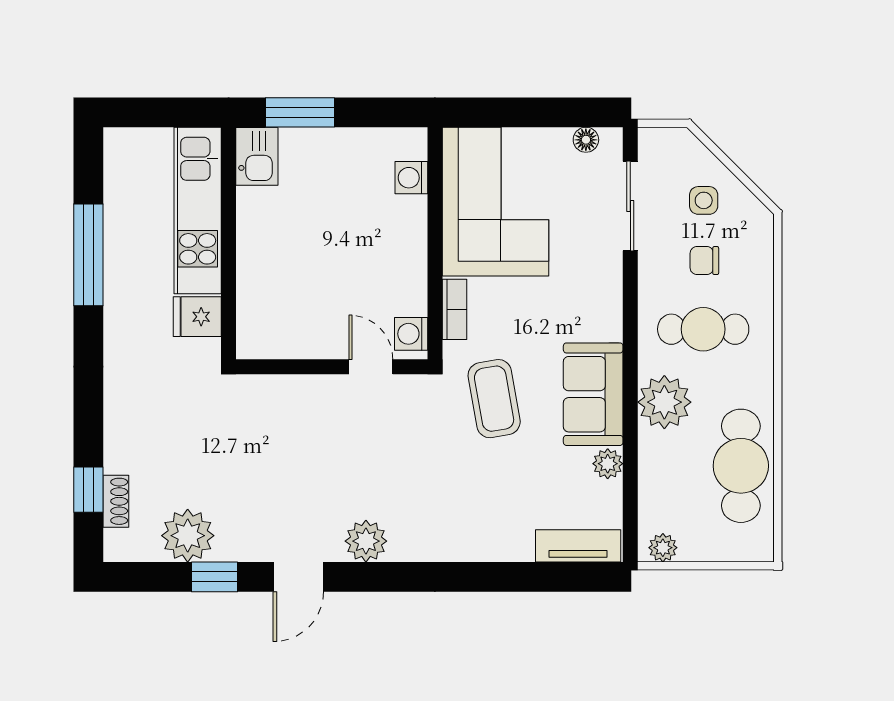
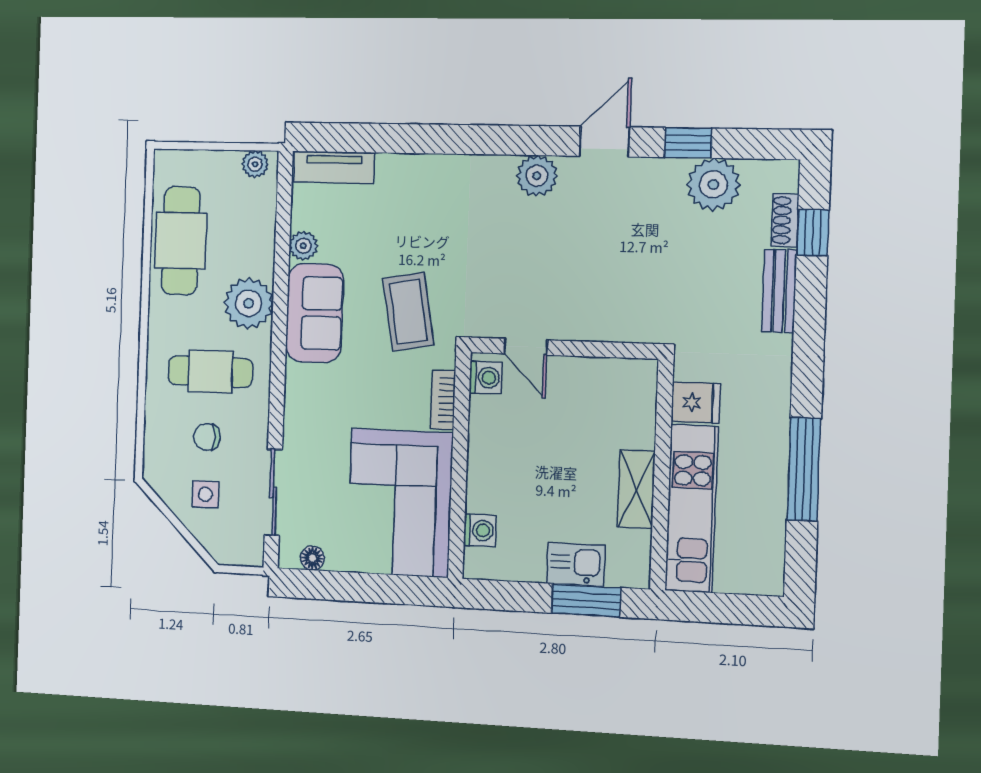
kitchen sink: (257, 156) -> (576, 564), moved, turned 90
shelving: (253, 227) -> (636, 489), added
chair: (704, 261) -> (207, 437), turned 180
bench: (119, 431) -> (779, 291), added

